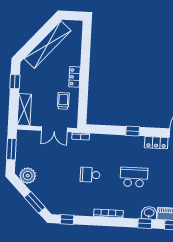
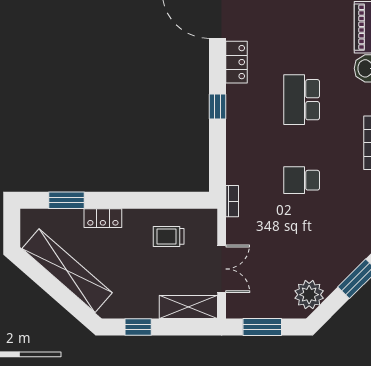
window: (86, 46) -> (67, 200), added
locker: (75, 77) -> (103, 218), moved
double door: (54, 129) -> (222, 269), moved
school desk: (90, 175) -> (302, 180), turned 90

